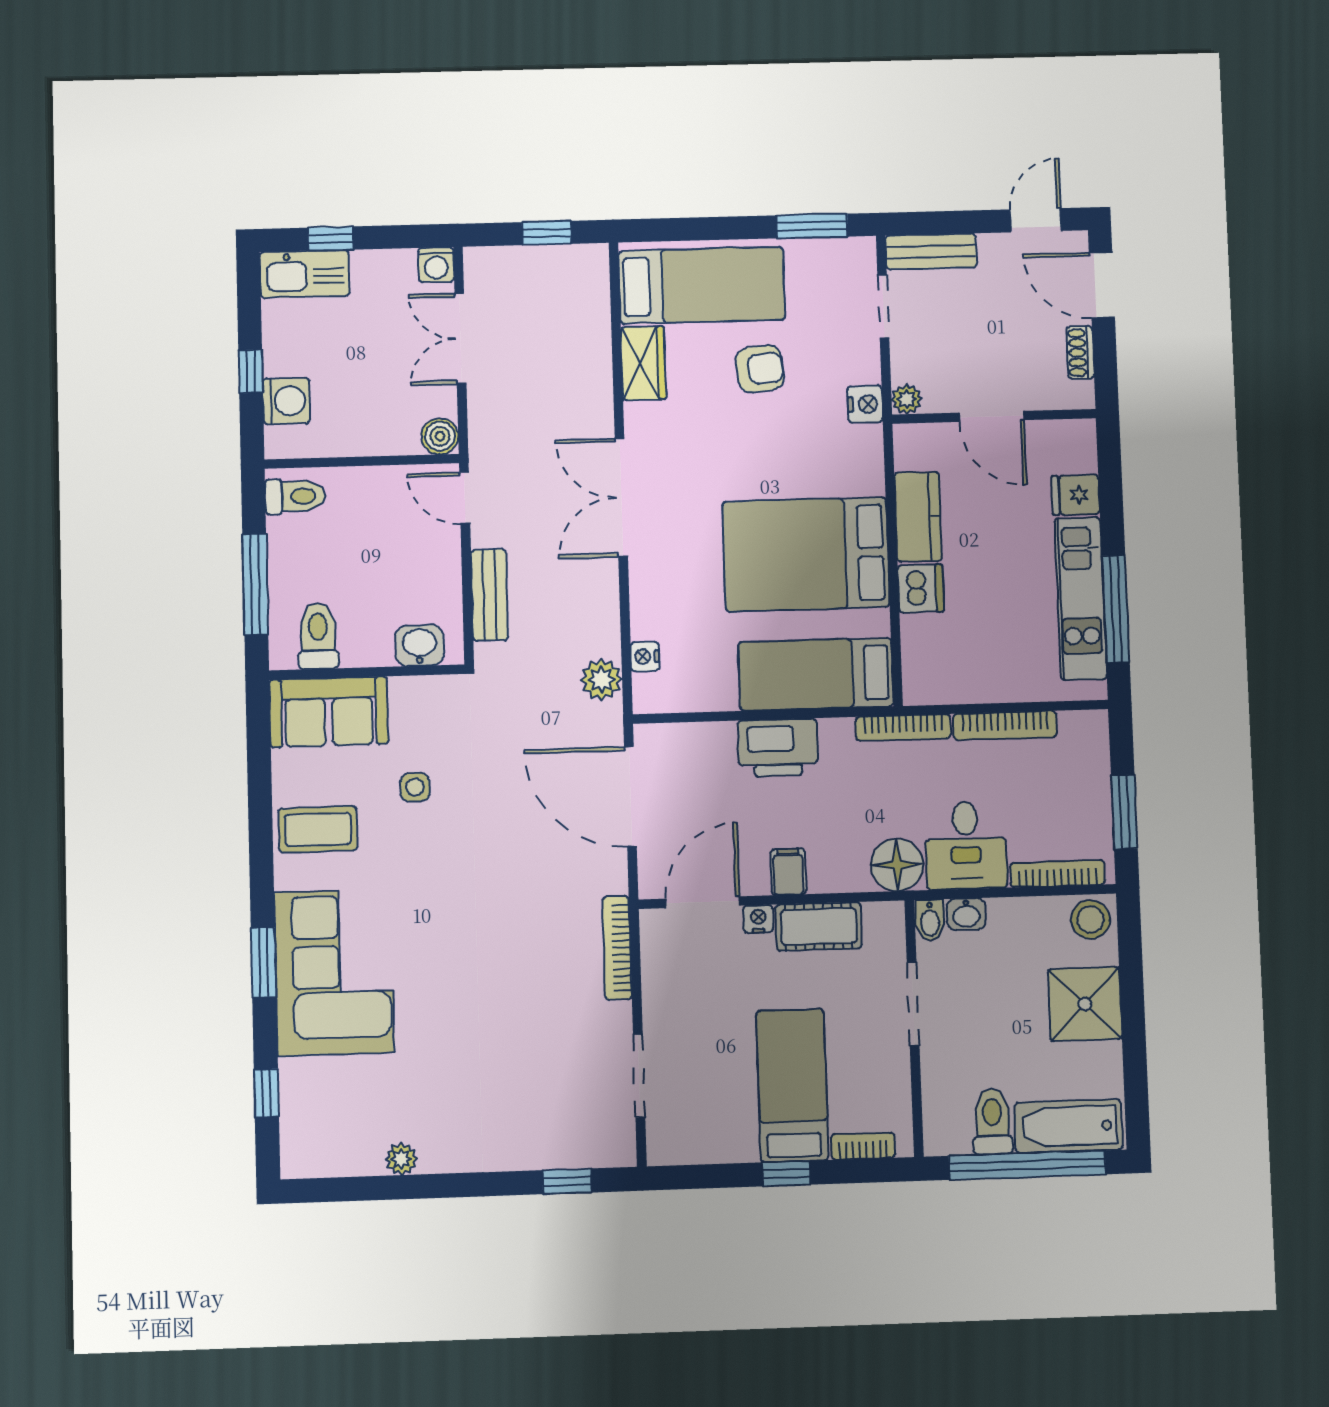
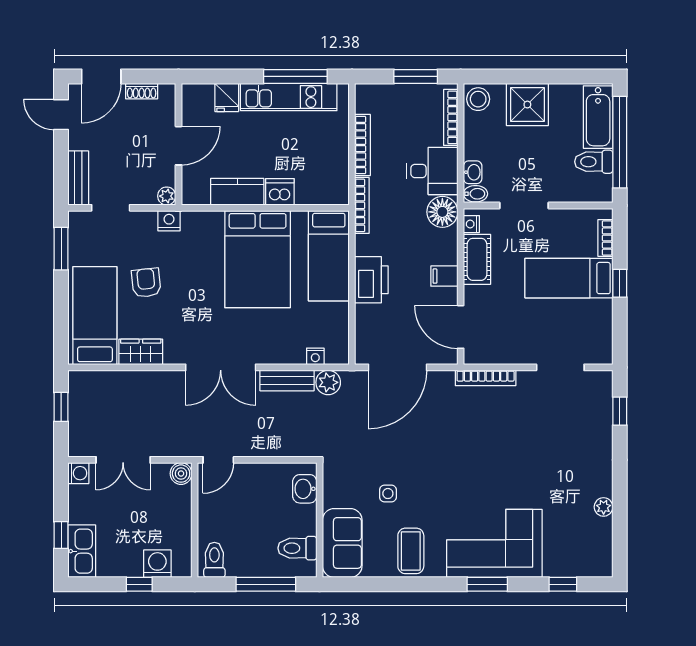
bench: (490, 595) -> (287, 381), moved
nightstand: (758, 919) -> (471, 224), moved

